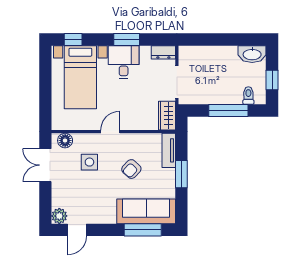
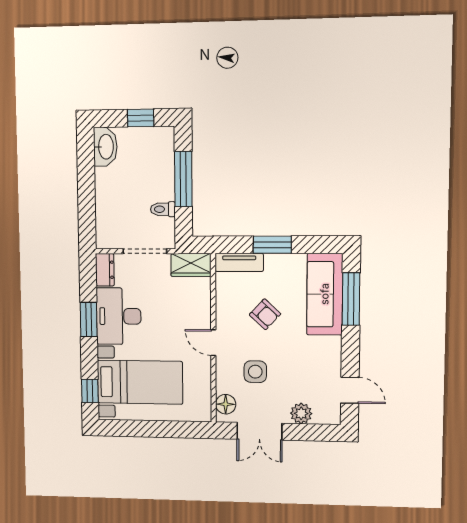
desk: (124, 62) -> (119, 316), width x1.37
toilet: (248, 96) -> (163, 209), moved
plant: (59, 216) -> (301, 413), moved

